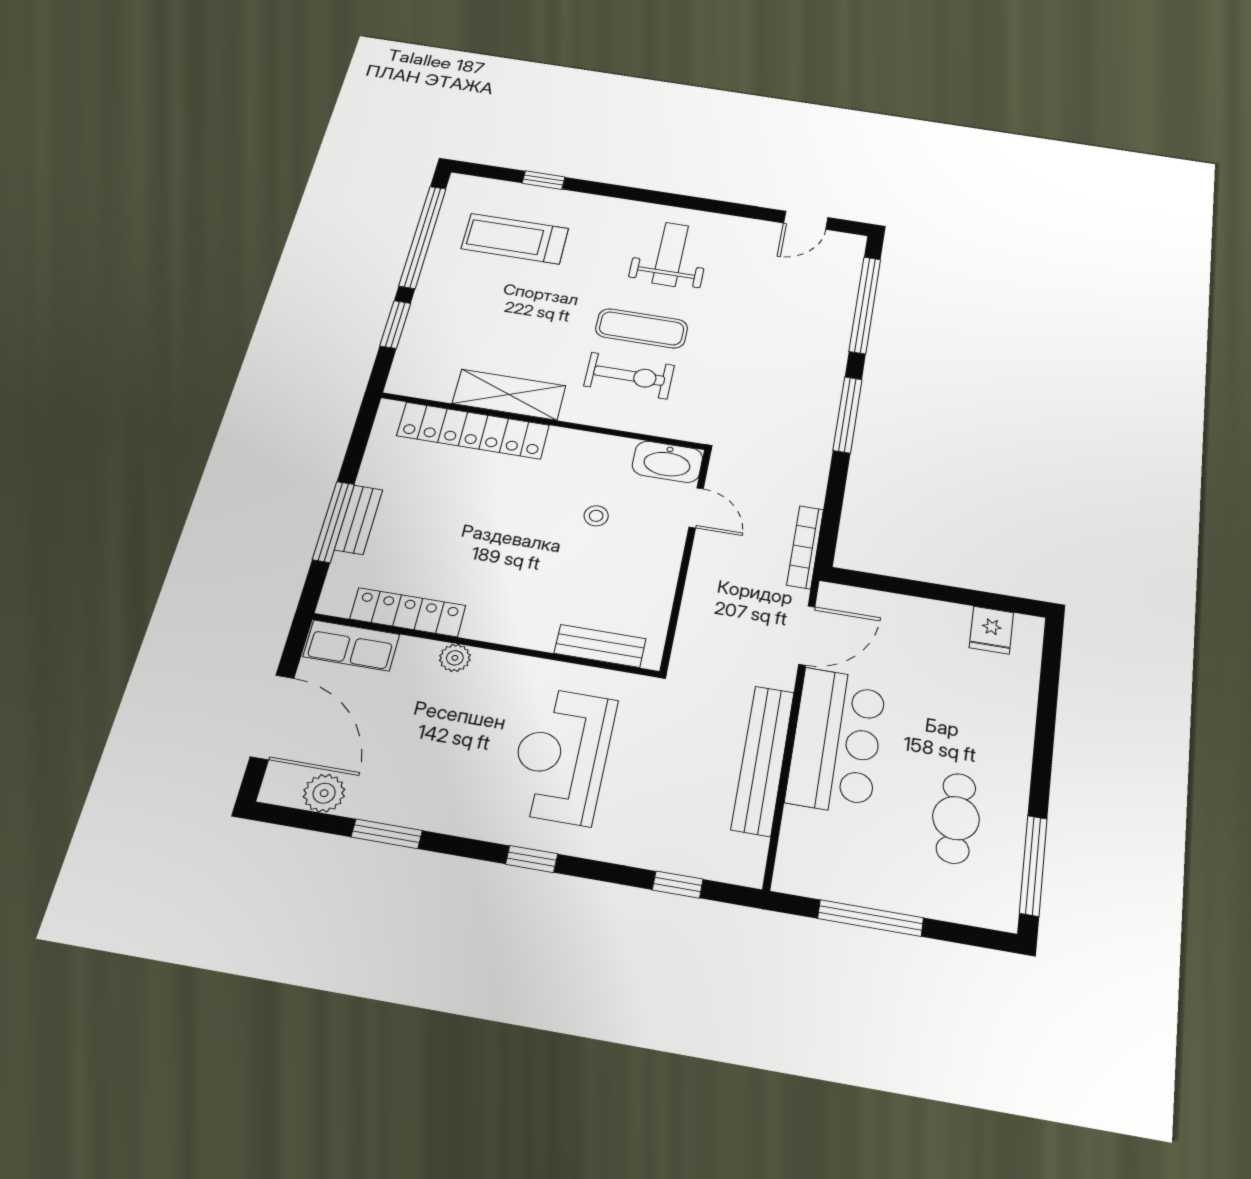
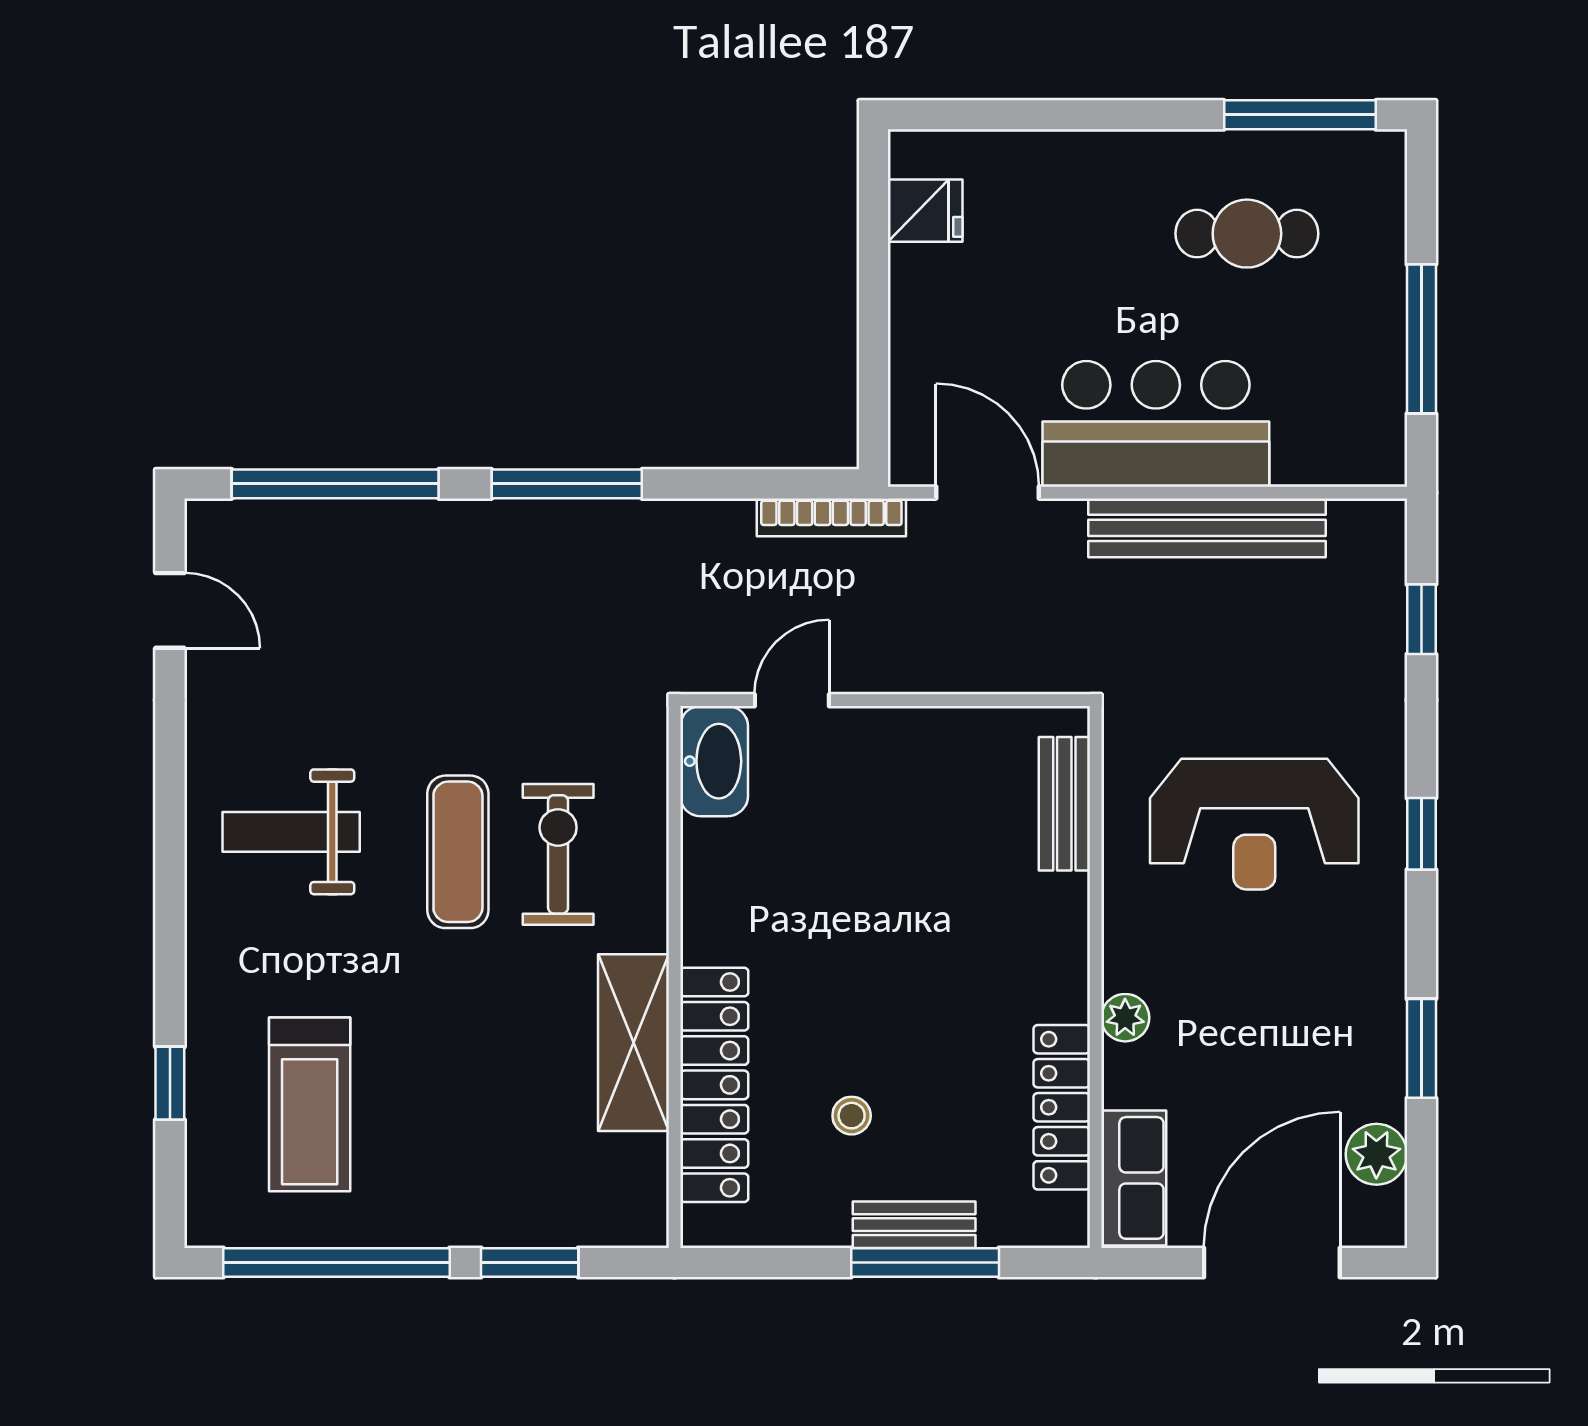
stool: (596, 516) -> (852, 1116), moved

